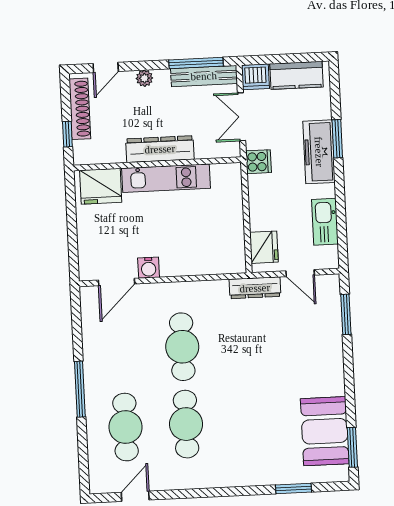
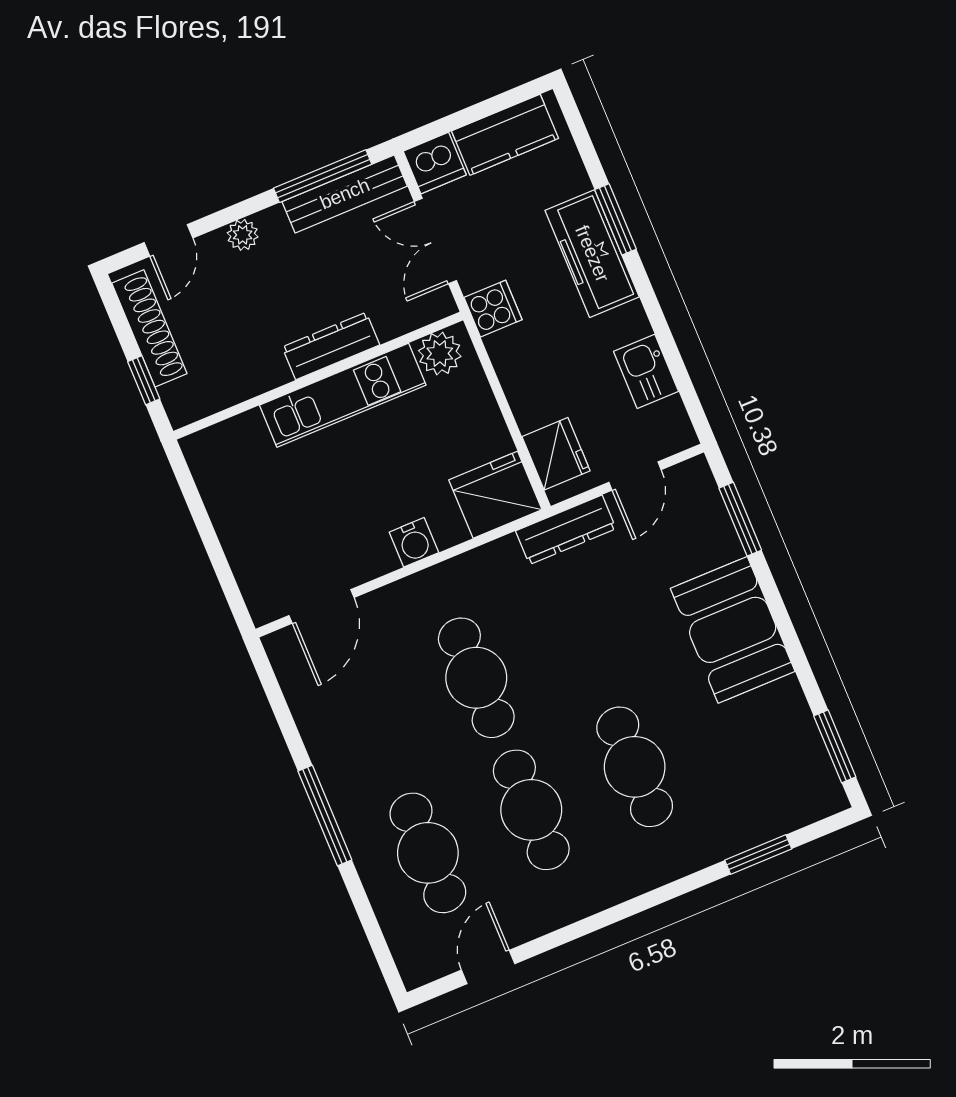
dresser: (160, 149) -> (331, 346), width x0.73, depth x0.80
plant: (223, 175) -> (440, 354), added
fridge: (101, 186) -> (495, 495), moved, turned 180
kitchen sink: (325, 222) -> (646, 371), width x0.73
water cooler: (149, 268) -> (414, 542), moved
door: (300, 273) -> (635, 476), hinge flipped
cafe table: (247, 421) -> (635, 767), added
booth: (325, 431) -> (733, 630), moved

